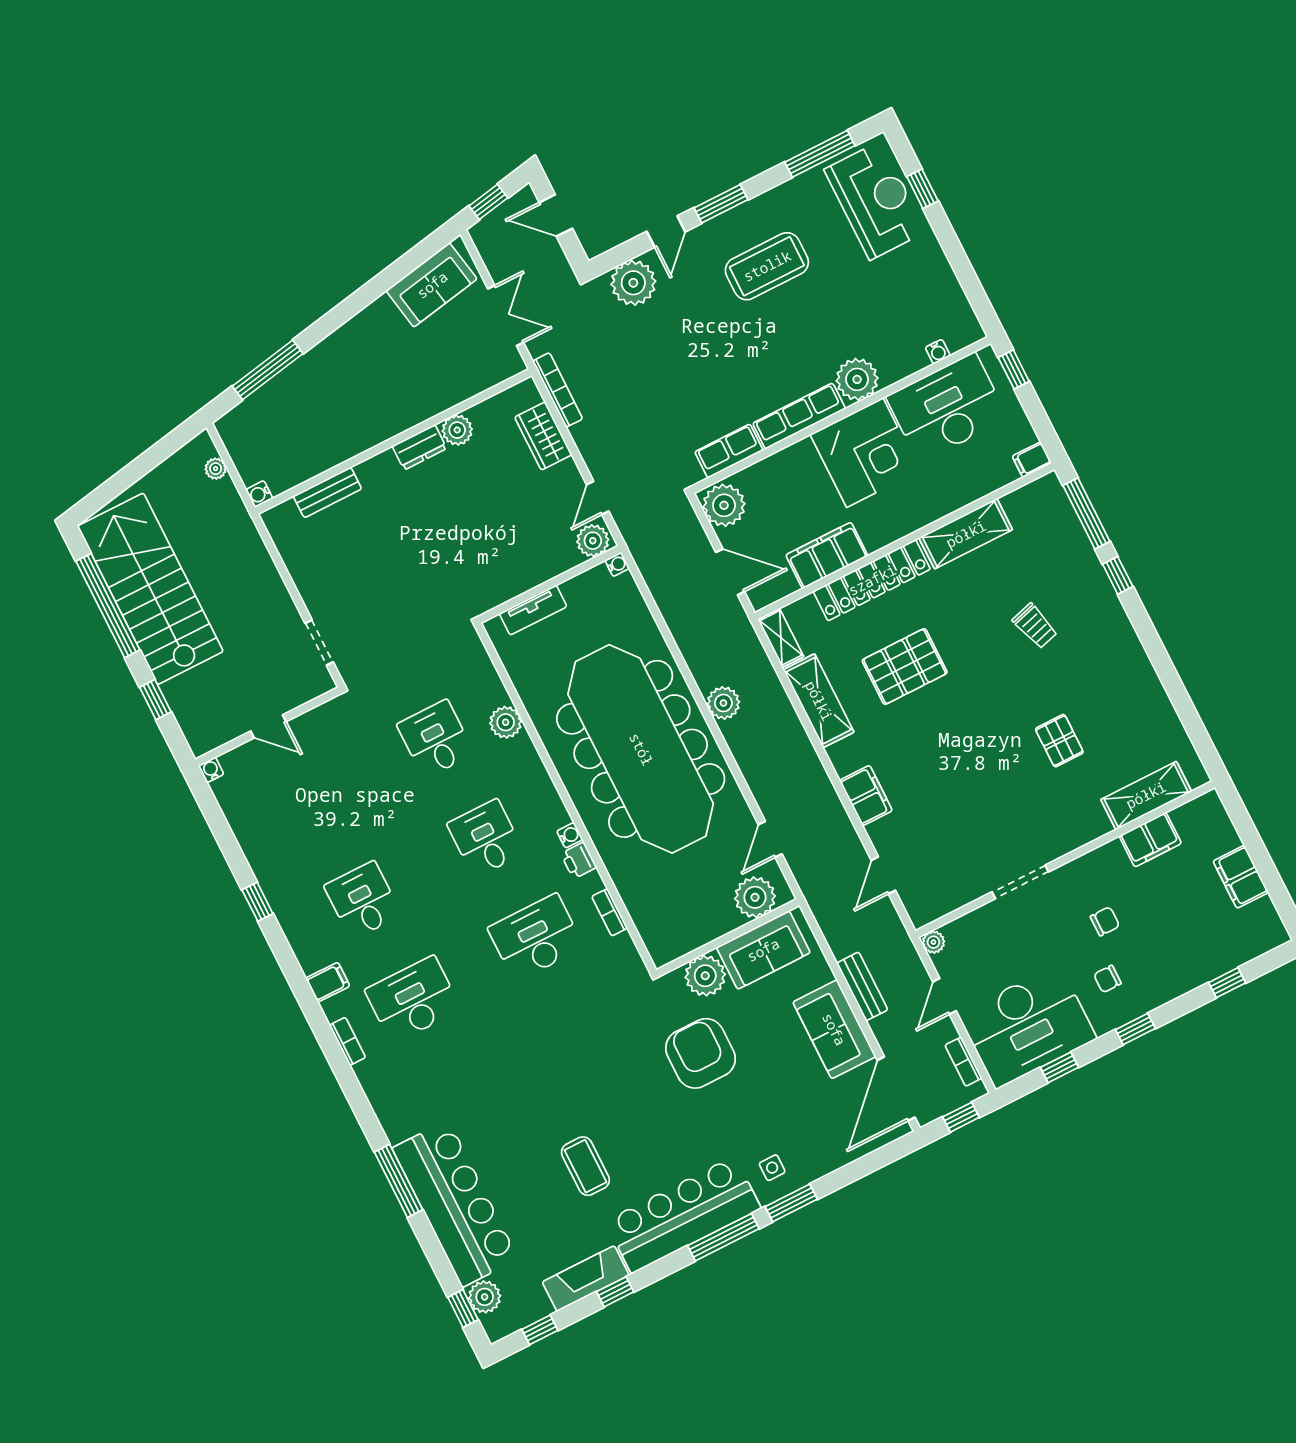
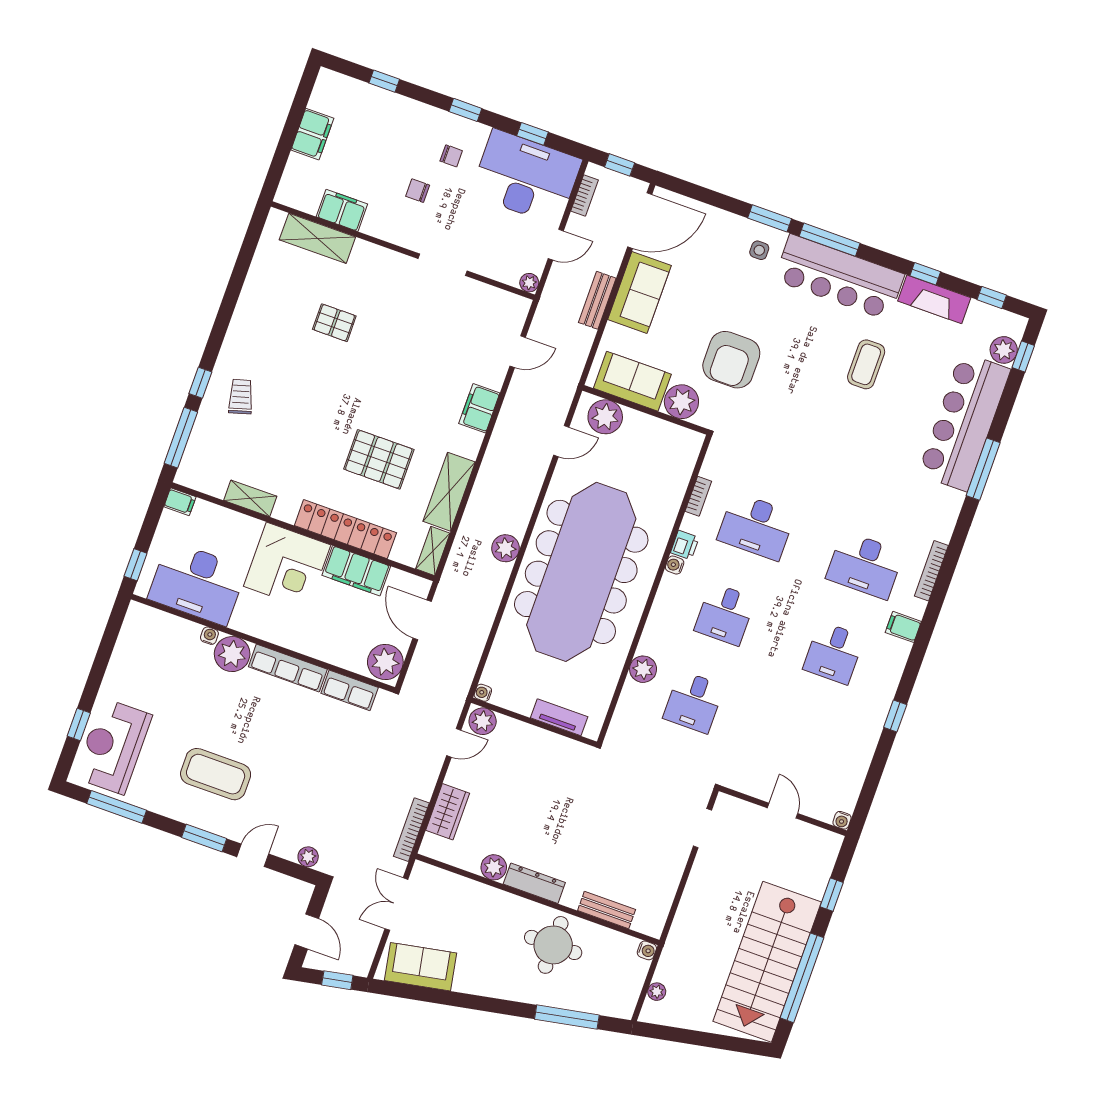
plant: (633, 283) -> (308, 857), width x0.53, depth x0.53
water cooler: (938, 352) -> (209, 636), moved
round table: (341, 417) -> (553, 945), added
dresser: (419, 447) -> (534, 883), width x1.44
corner desk: (865, 453) -> (287, 566), moved, turned 180
shelving: (966, 534) -> (250, 498), width x0.67, depth x0.75
trolley: (1035, 626) -> (241, 397), moved
pallet: (1059, 741) -> (334, 323), turned 90
bookcase: (348, 1041) -> (931, 571), width x1.56

